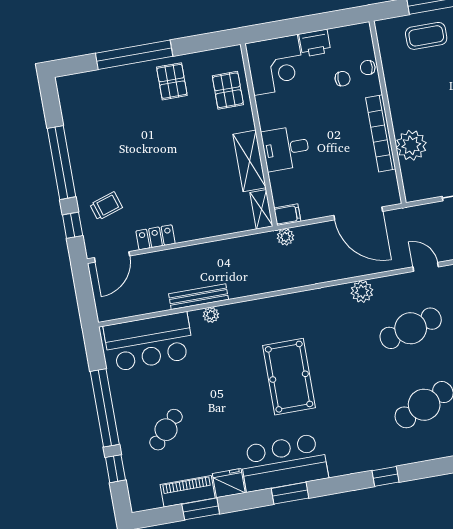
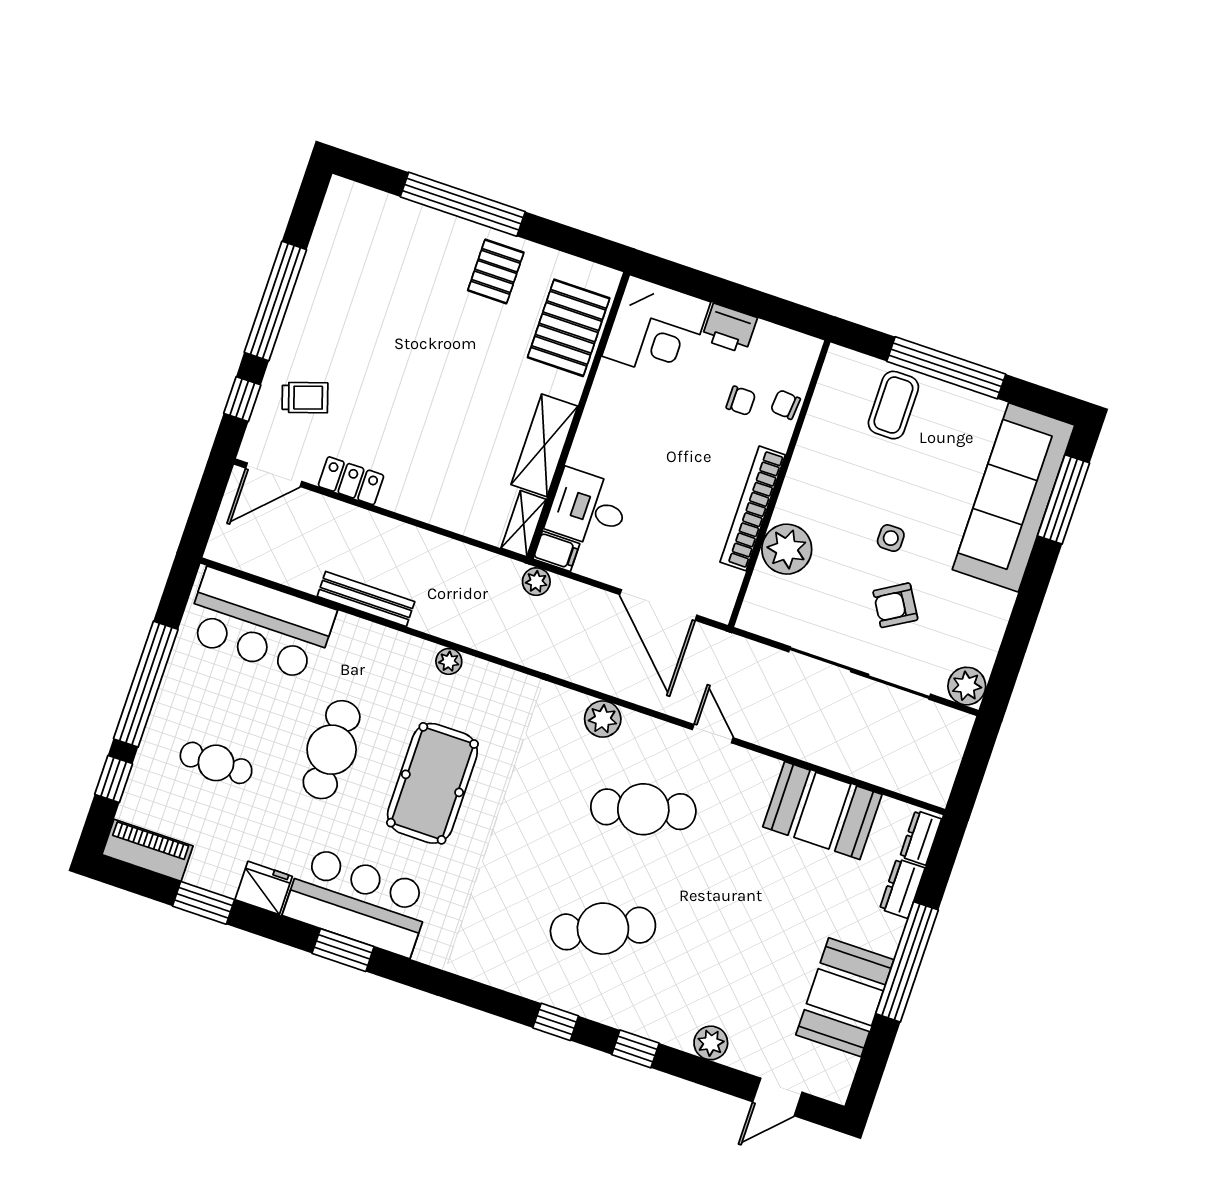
coffee table: (426, 36) -> (893, 405), turned 90
pallet: (228, 90) -> (569, 328), width x1.50, depth x1.42
desk: (286, 148) -> (588, 509), moved
plant: (211, 315) -> (449, 661), moved
cafe table: (225, 388) -> (332, 750), added
cafe table: (166, 430) -> (216, 763), turned 47
window: (386, 476) -> (556, 1022), moved
piano: (188, 491) -> (147, 850), moved

